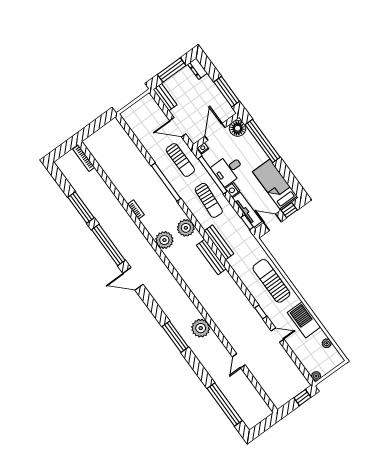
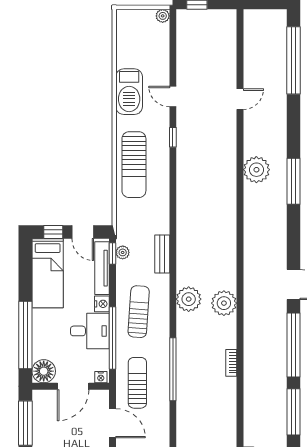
bench: (219, 242) -> (162, 254), width x0.73
bench: (211, 257) -> (184, 243), removed
plant: (327, 343) -> (123, 252), moved

